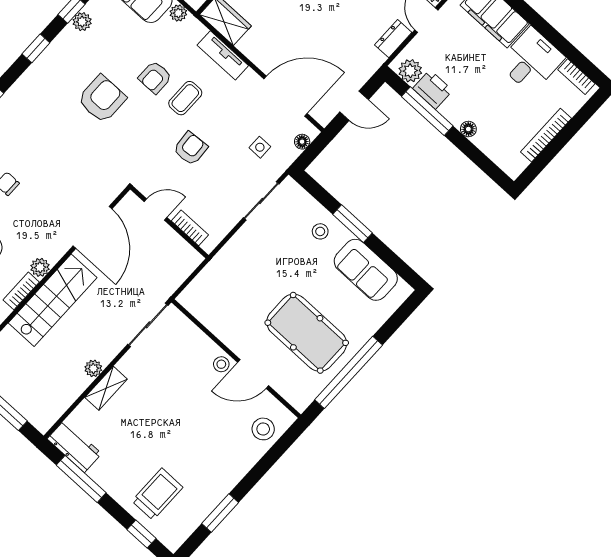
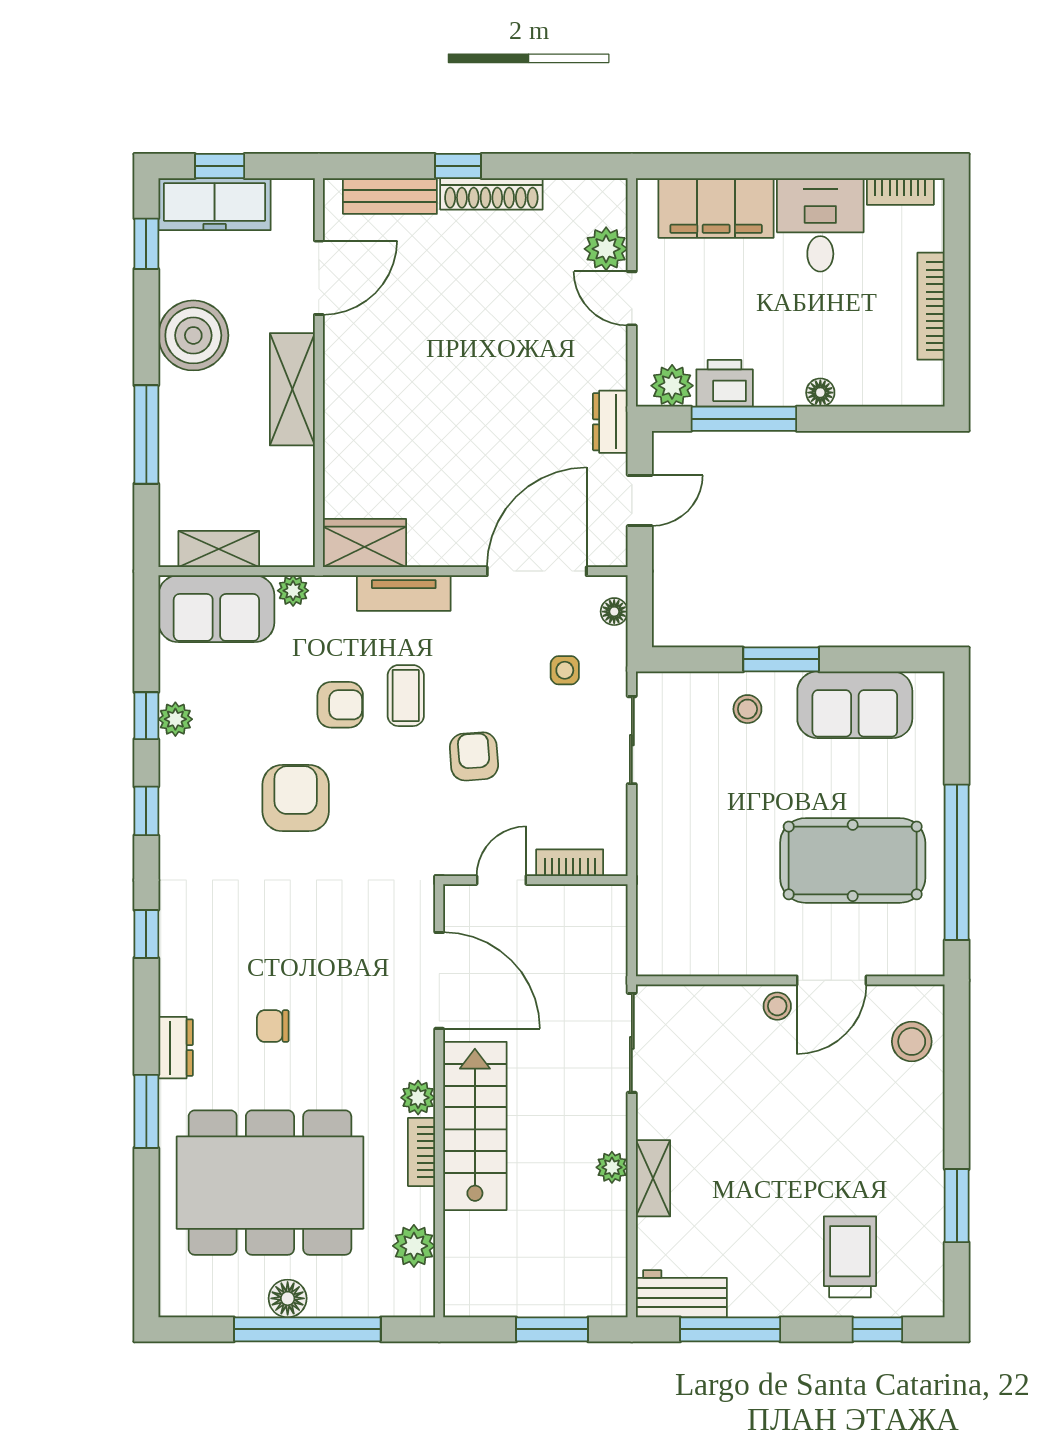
dresser: (393, 39) -> (610, 422), moved
armchair: (155, 77) -> (340, 705), turned -90

